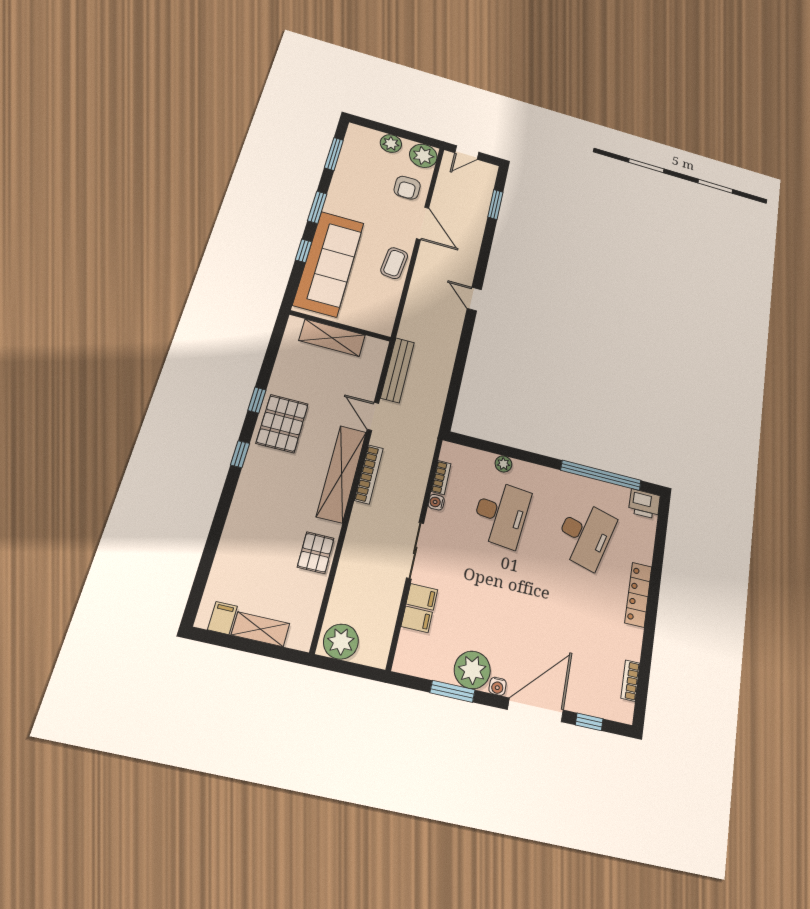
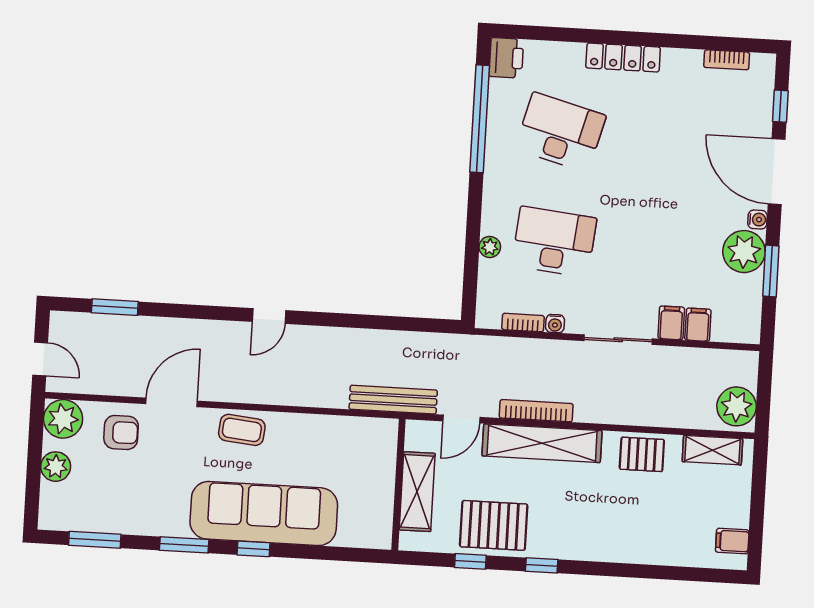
wall: (340, 326) -> (399, 485), moved
shelving: (332, 338) -> (417, 492), moved
shelving: (260, 629) -> (712, 450), moved, turned 90

